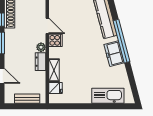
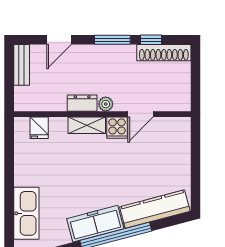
freezer: (114, 54) -> (95, 224), width x1.40
shelving: (54, 70) -> (87, 125), moved
bench: (27, 99) -> (22, 65), moved

